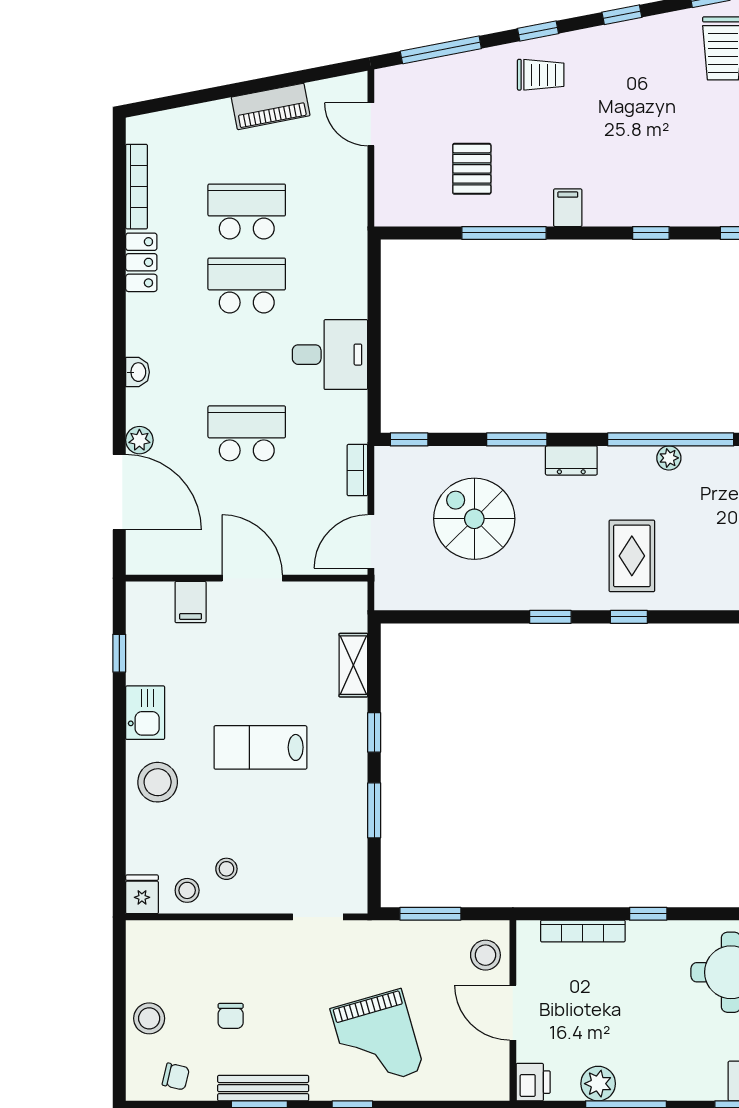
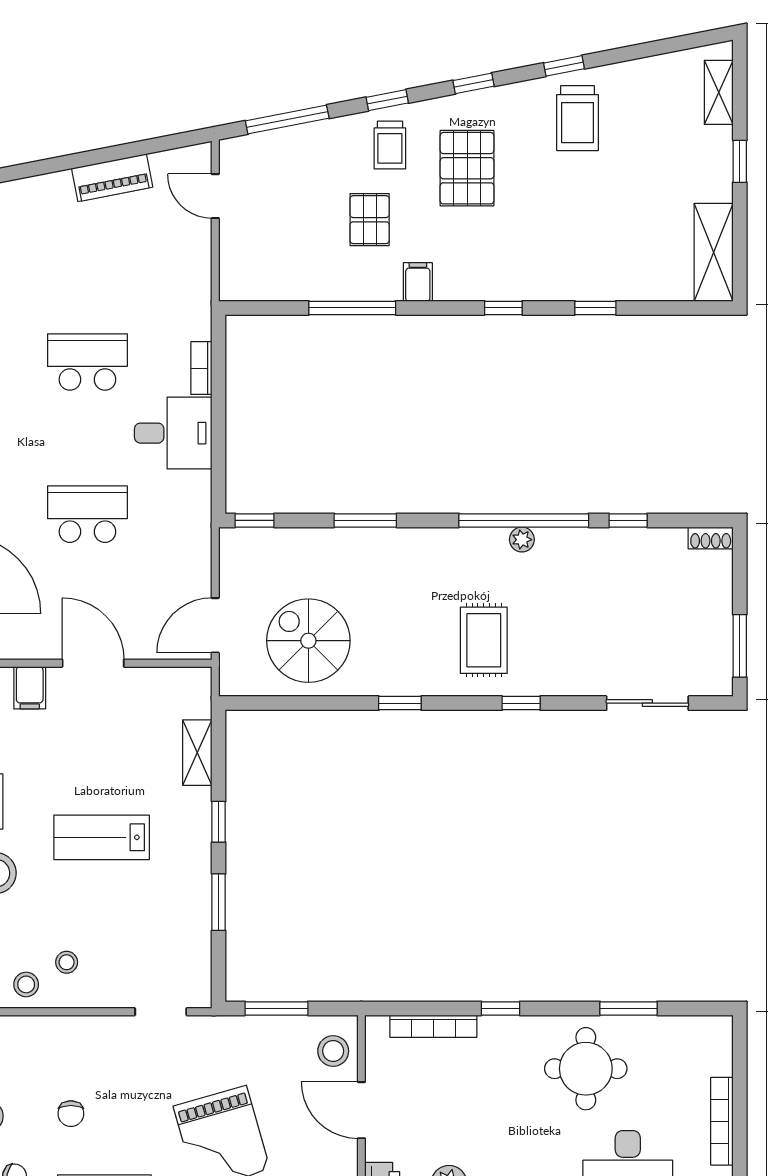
trolley: (541, 75) -> (390, 145), turned 90
pallet: (616, 97) -> (467, 168), added
pallet: (472, 169) -> (370, 220), moved
school desk: (247, 212) -> (87, 286), removed
dresser: (571, 460) -> (421, 542), removed
bookcase: (357, 470) -> (201, 368), moved
spiral stairs: (474, 519) -> (308, 641), moved
window: (629, 617) -> (521, 703), moved

